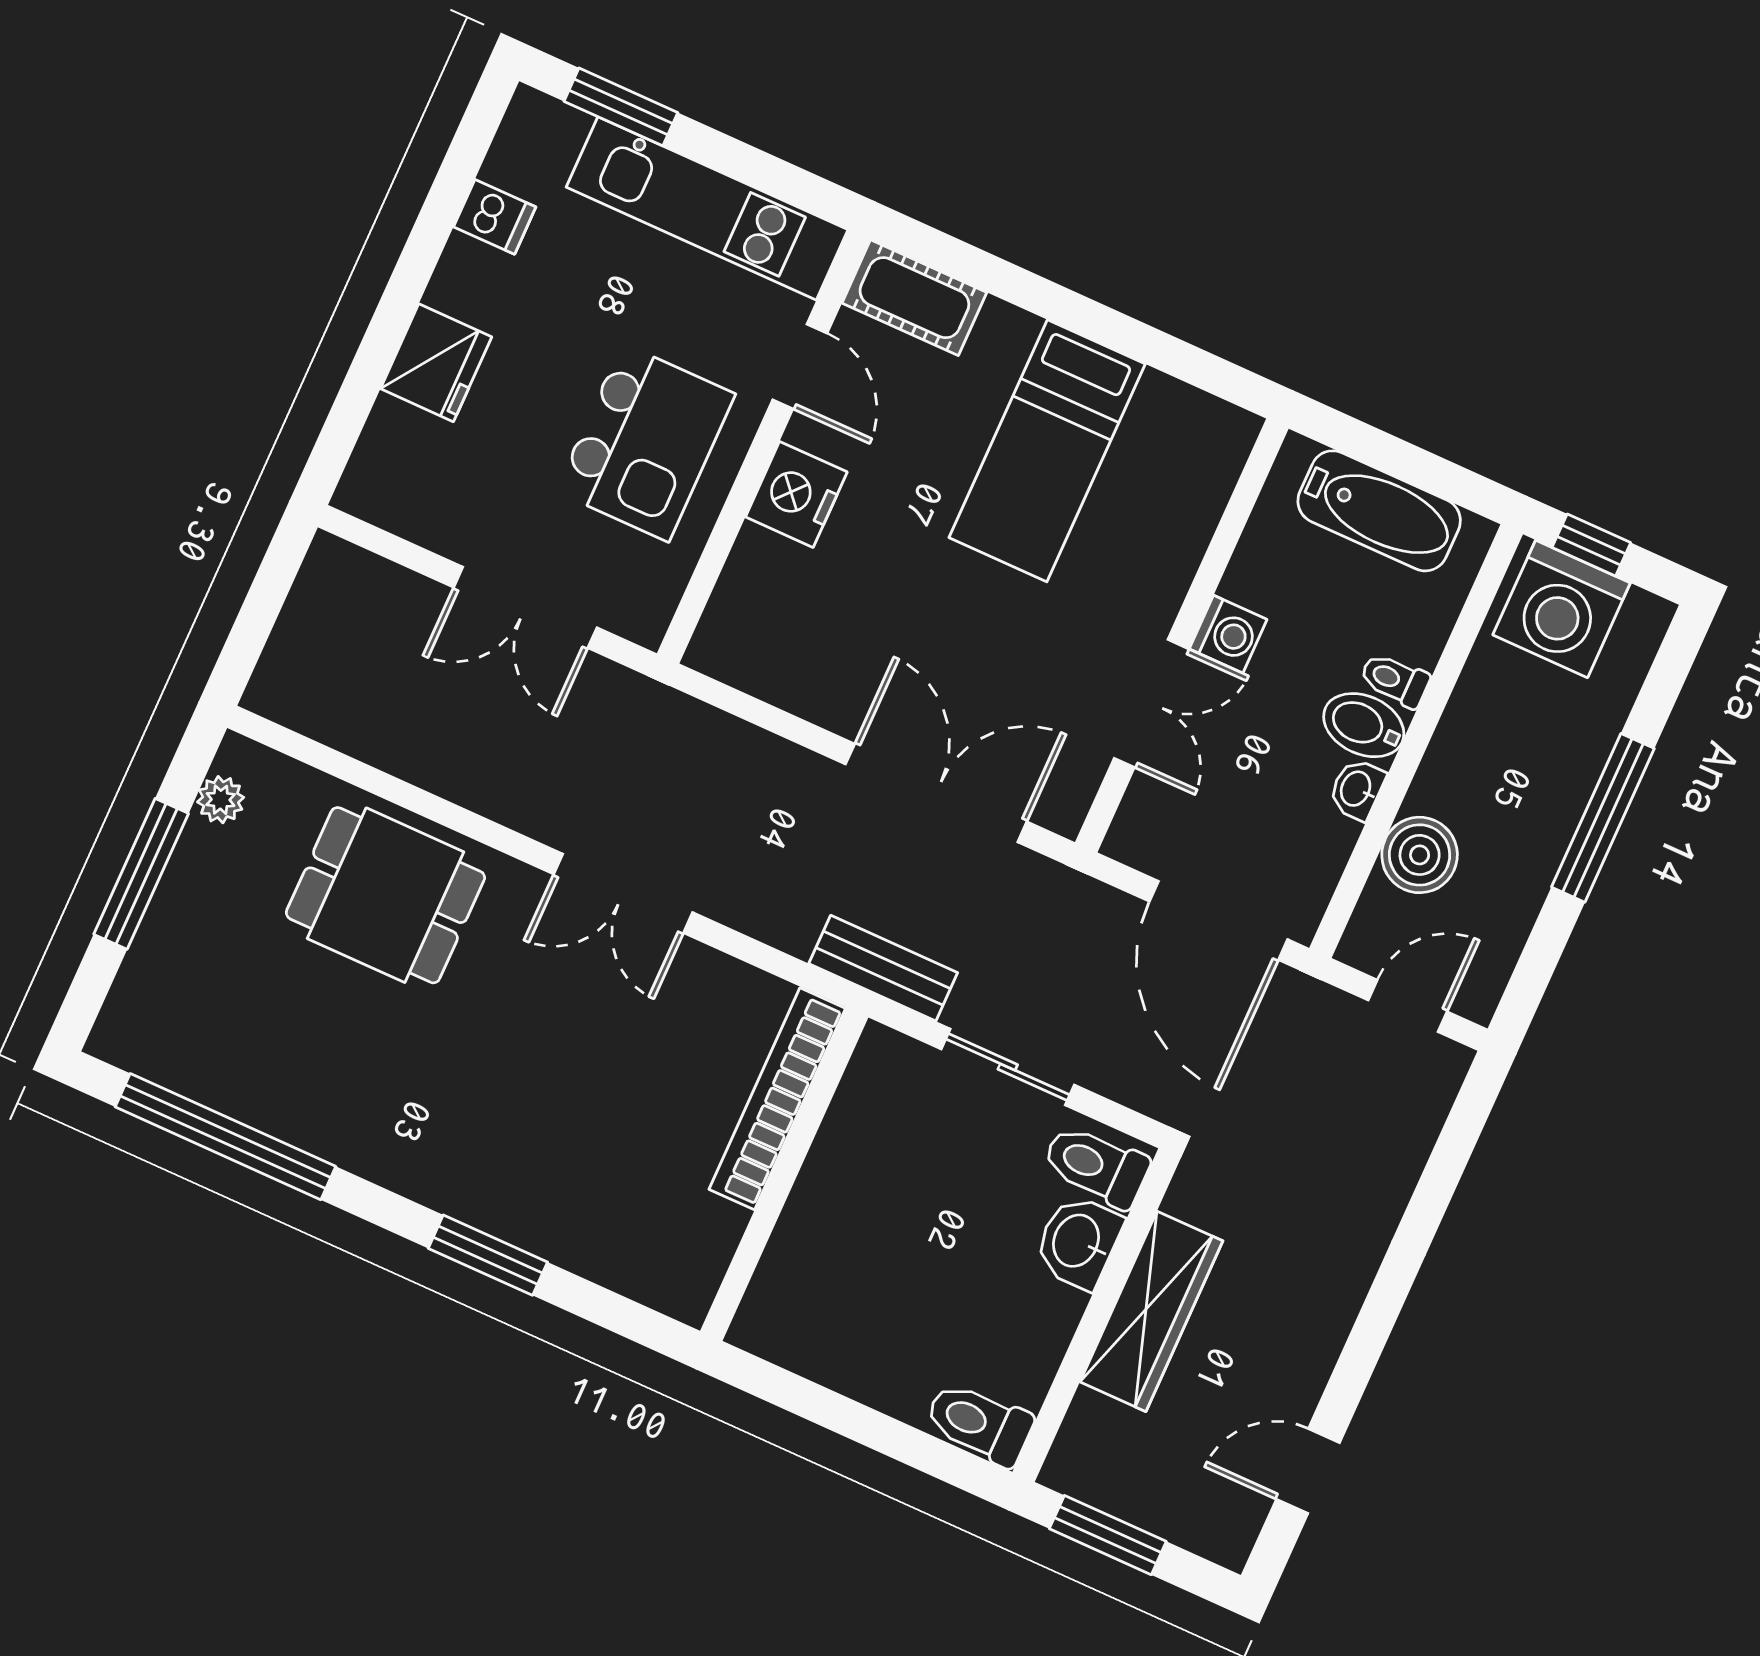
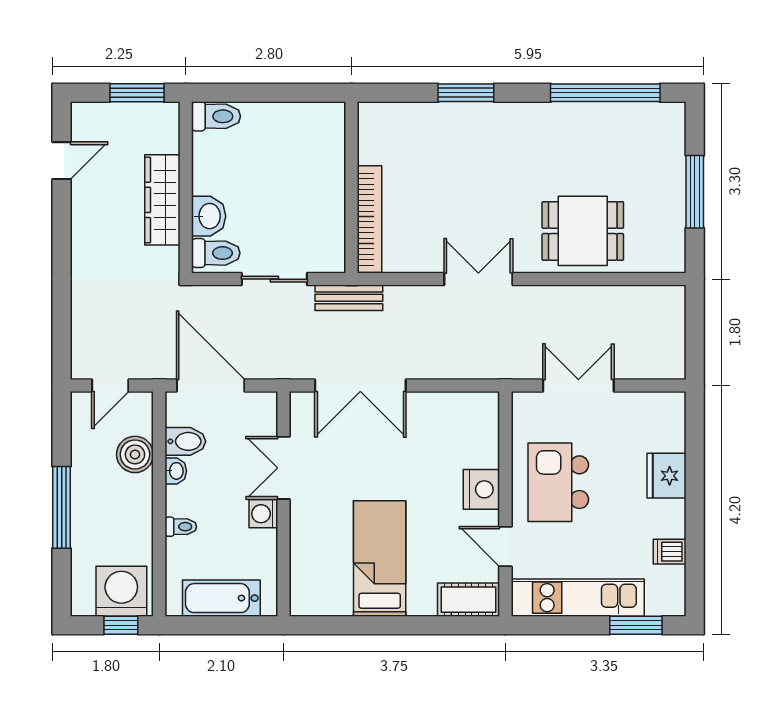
bidet: (1364, 725) -> (185, 441), moved
plant: (221, 800) -> (674, 240), removed

